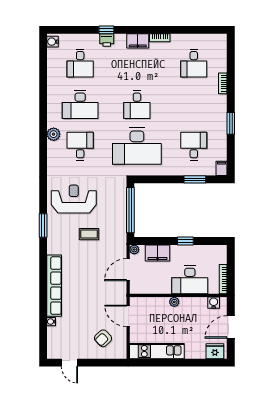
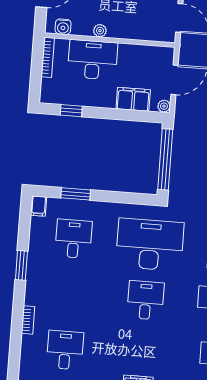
desk: (194, 146) -> (74, 239), turned 180
window: (185, 241) -> (71, 111), moved
plant: (174, 302) -> (100, 31), moved

